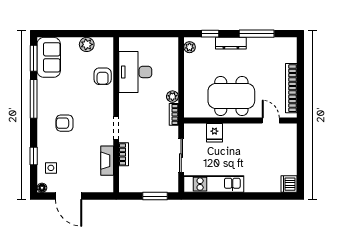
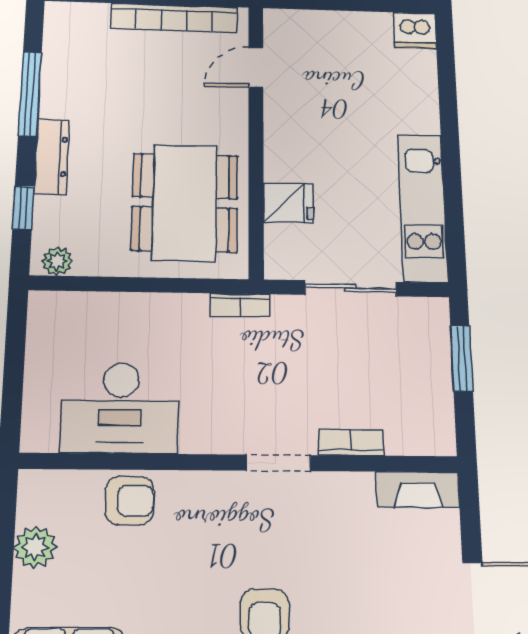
dining table: (231, 96) -> (185, 203), moved
plant: (172, 97) -> (191, 308), removed
fireplace: (107, 161) -> (418, 490), moved

